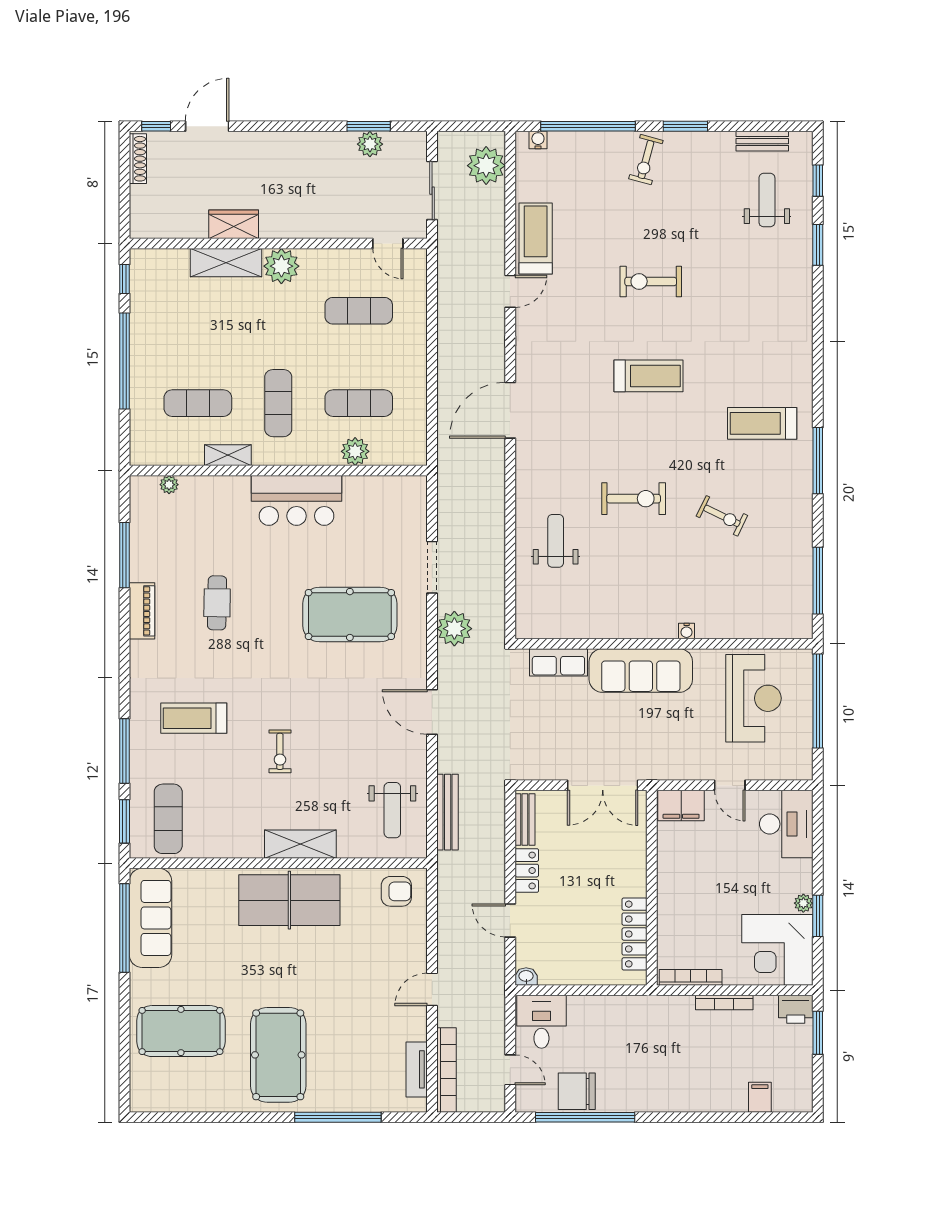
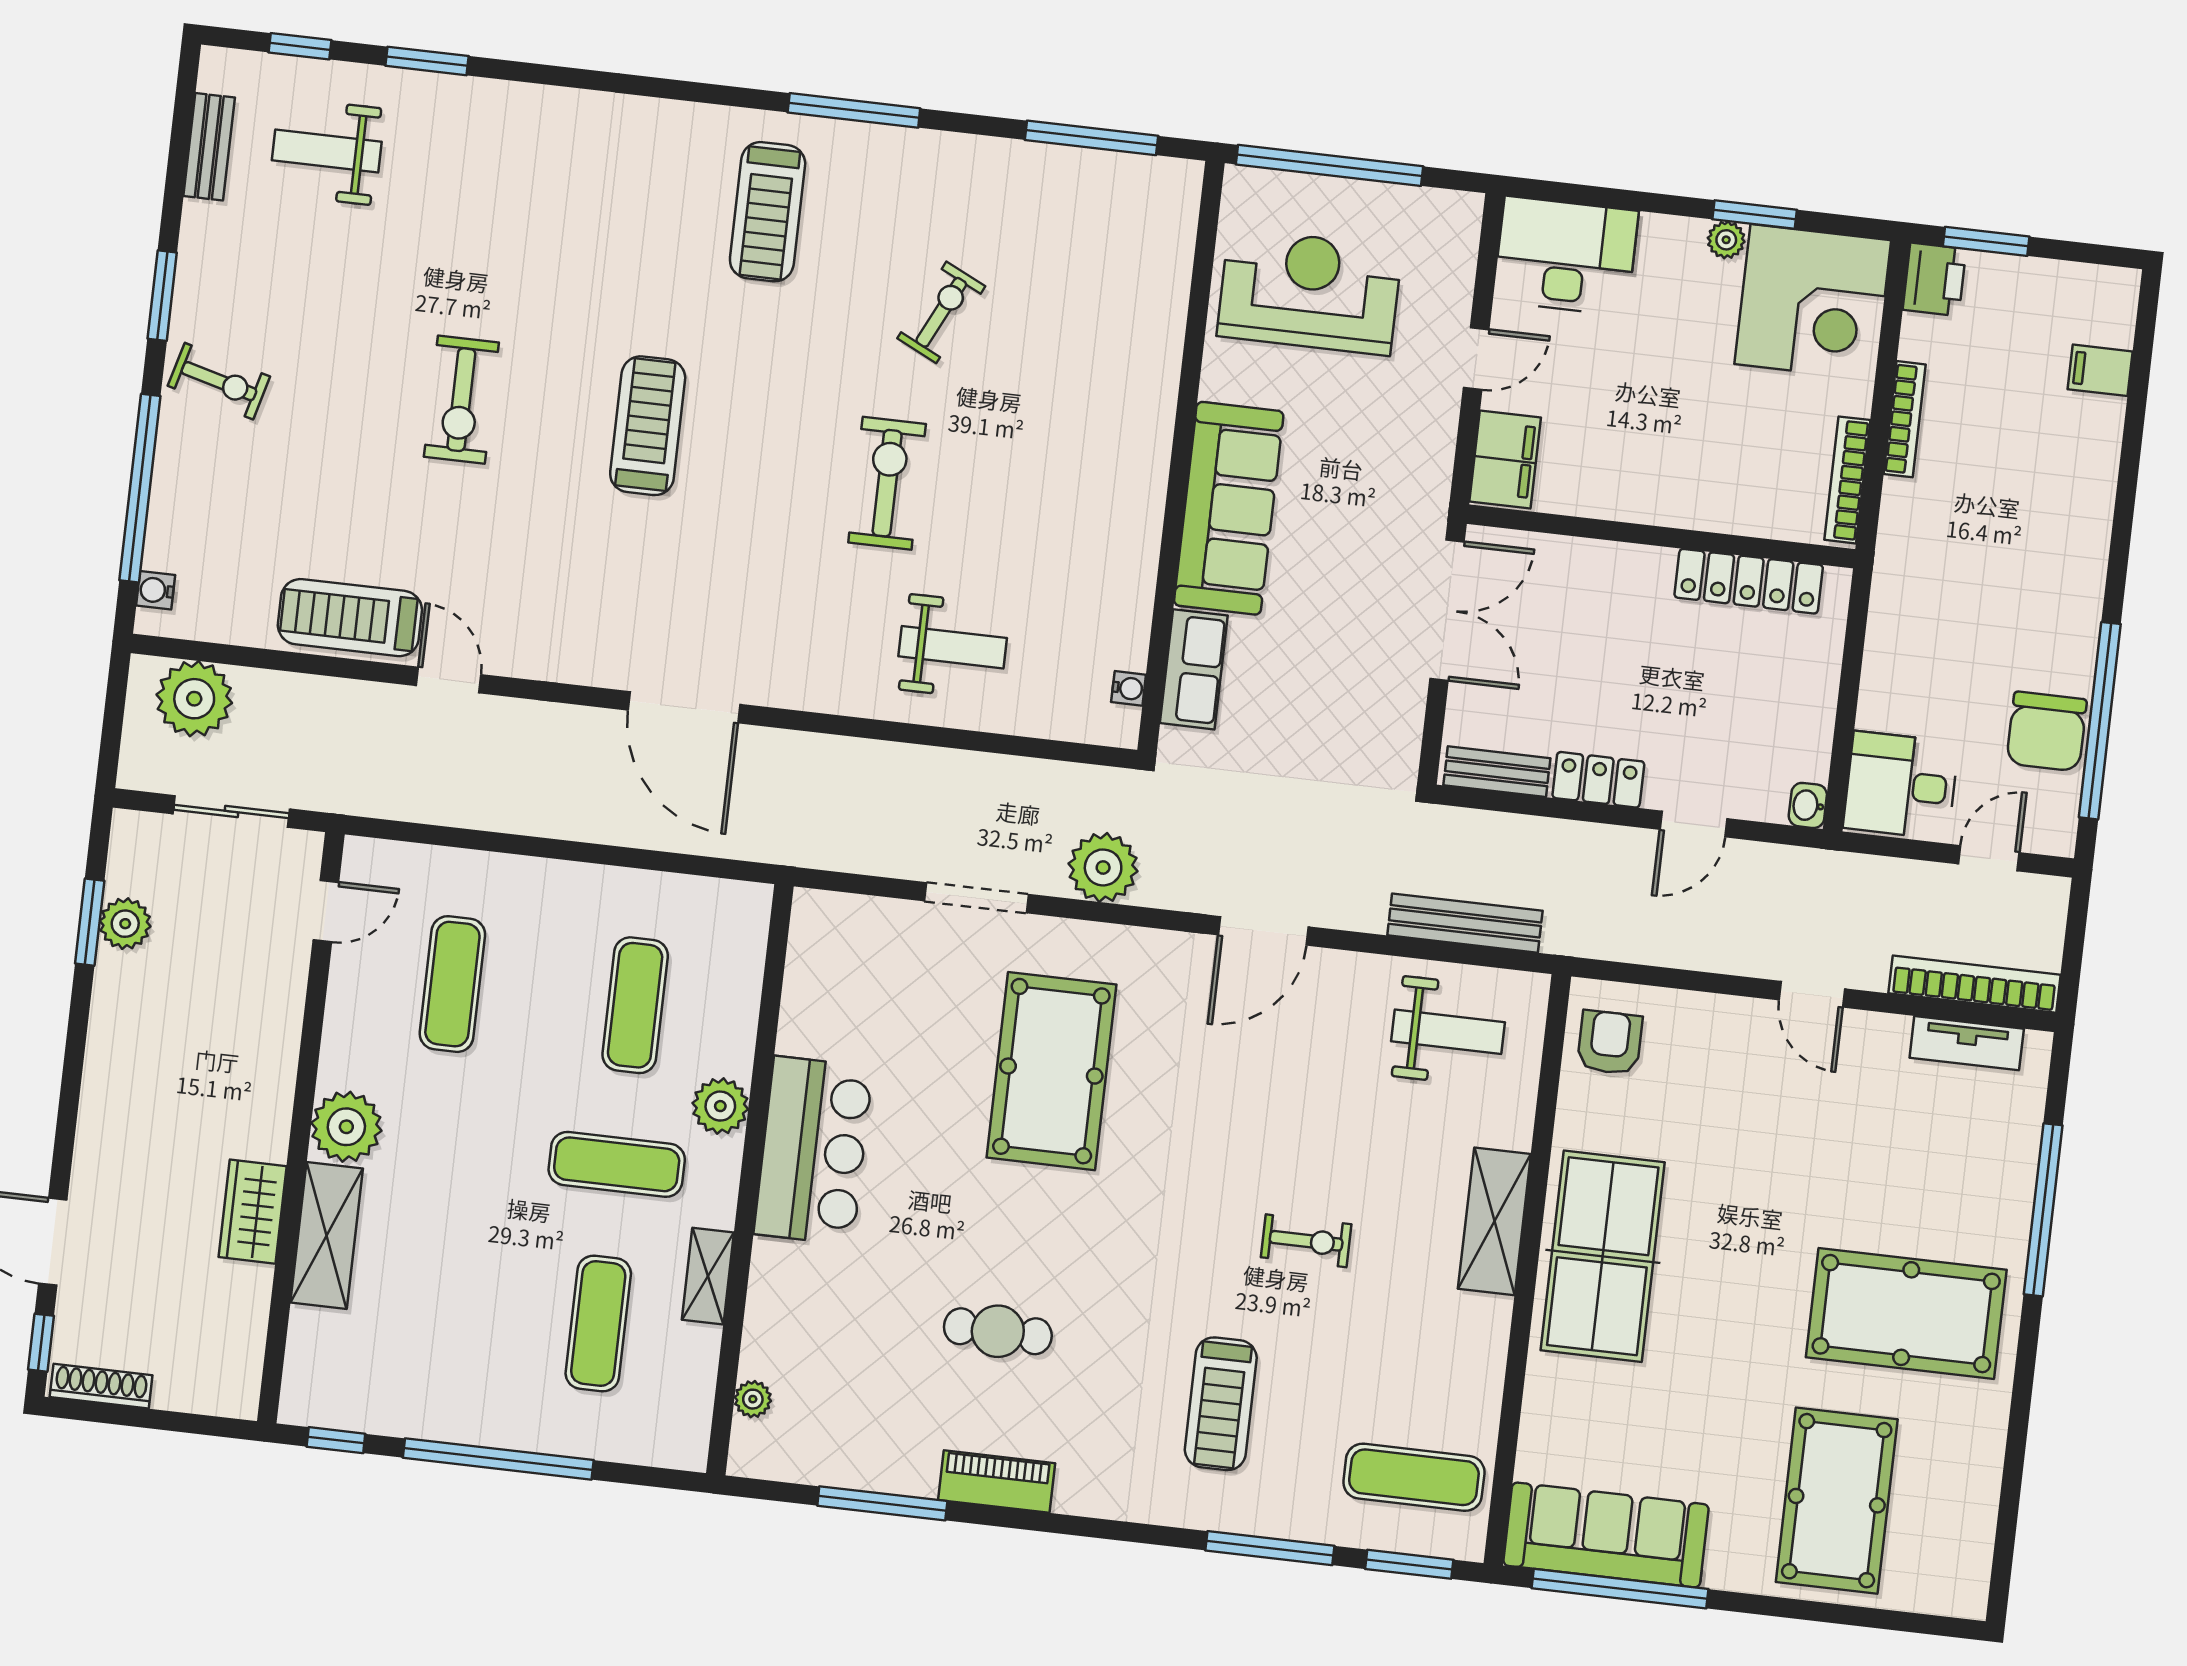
plant: (355, 451) -> (720, 1106), moved
weight bench: (556, 541) -> (953, 647), turned 180
water cooler: (687, 631) -> (1129, 688), moved

